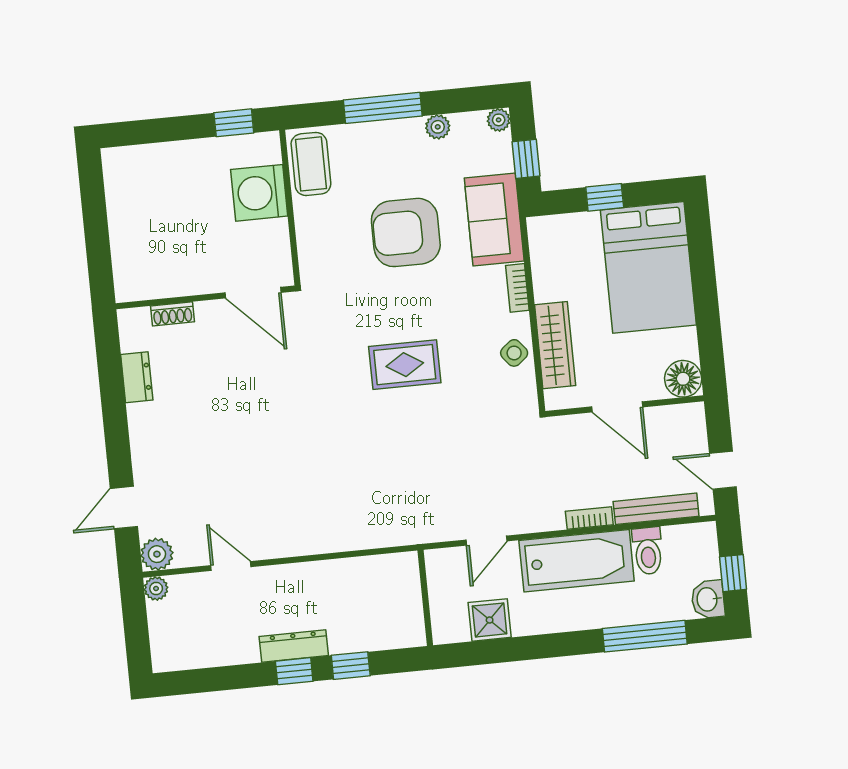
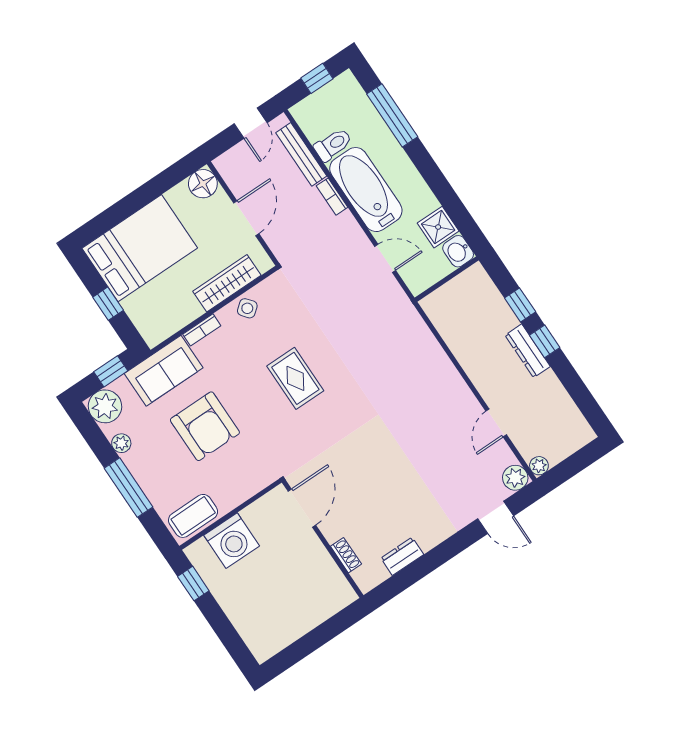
plant: (499, 120) -> (105, 406), width x1.88, depth x1.88
washbasin: (708, 599) -> (458, 251), moved, turned 90

